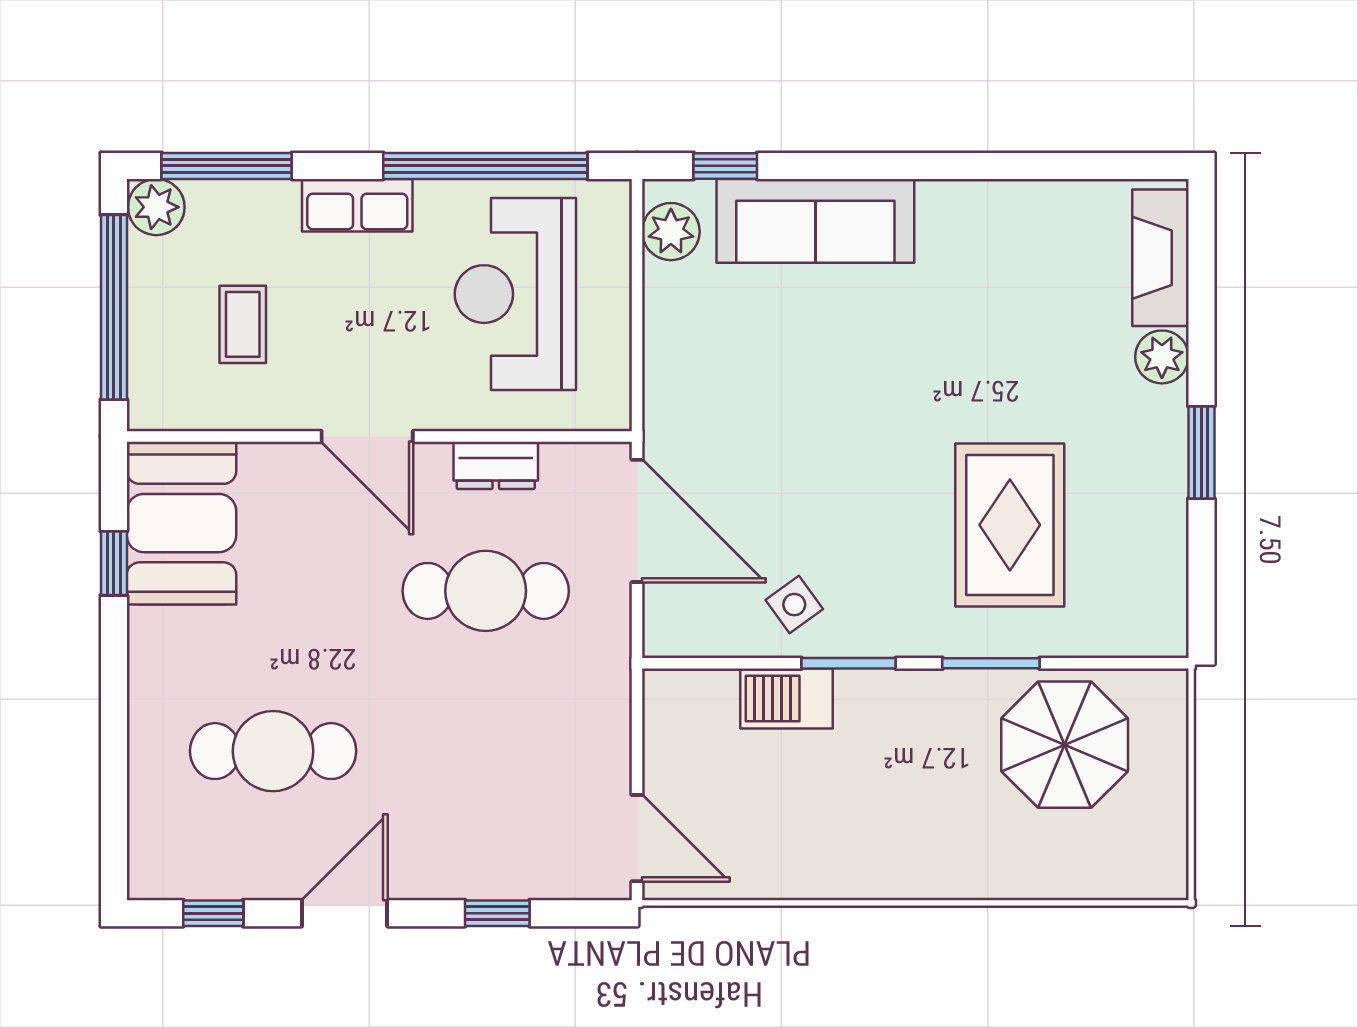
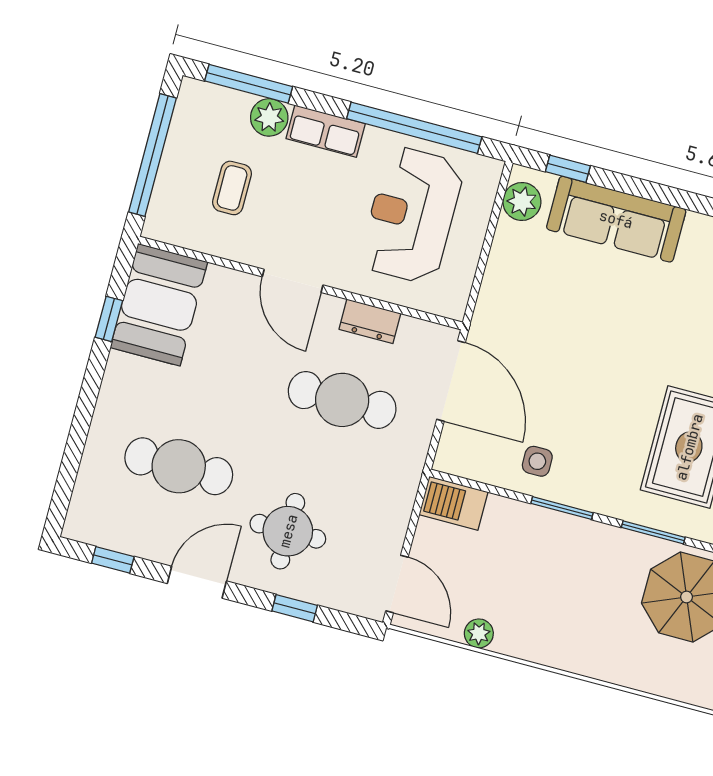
plant: (156, 207) -> (269, 117), moved
side table: (794, 605) -> (537, 461), turned 36
barbecue: (787, 698) -> (453, 503), moved
round table: (457, 803) -> (288, 531), added
plant: (776, 878) -> (479, 633), added

